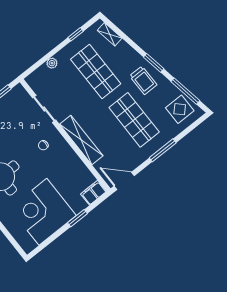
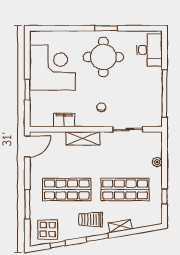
shelving: (110, 34) -> (120, 226), moved
window: (185, 91) -> (58, 244), width x0.46
shelving: (81, 140) -> (83, 138), width x0.68
window: (163, 150) -> (27, 204), moved
filing cabinet: (94, 193) -> (64, 120), moved, turned -90

